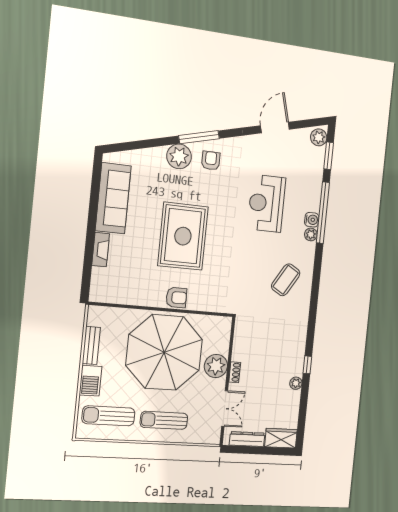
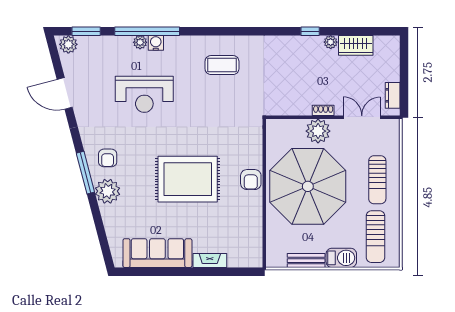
armchair: (211, 161) -> (108, 158), turned -90
plant: (311, 234) -> (140, 42), moved
coffee table: (286, 280) -> (222, 65), turned -31
armchair: (176, 298) -> (251, 180), turned 180
wardrobe: (281, 438) -> (356, 45), moved, turned -90
dresser: (247, 439) -> (393, 95), width x0.70

